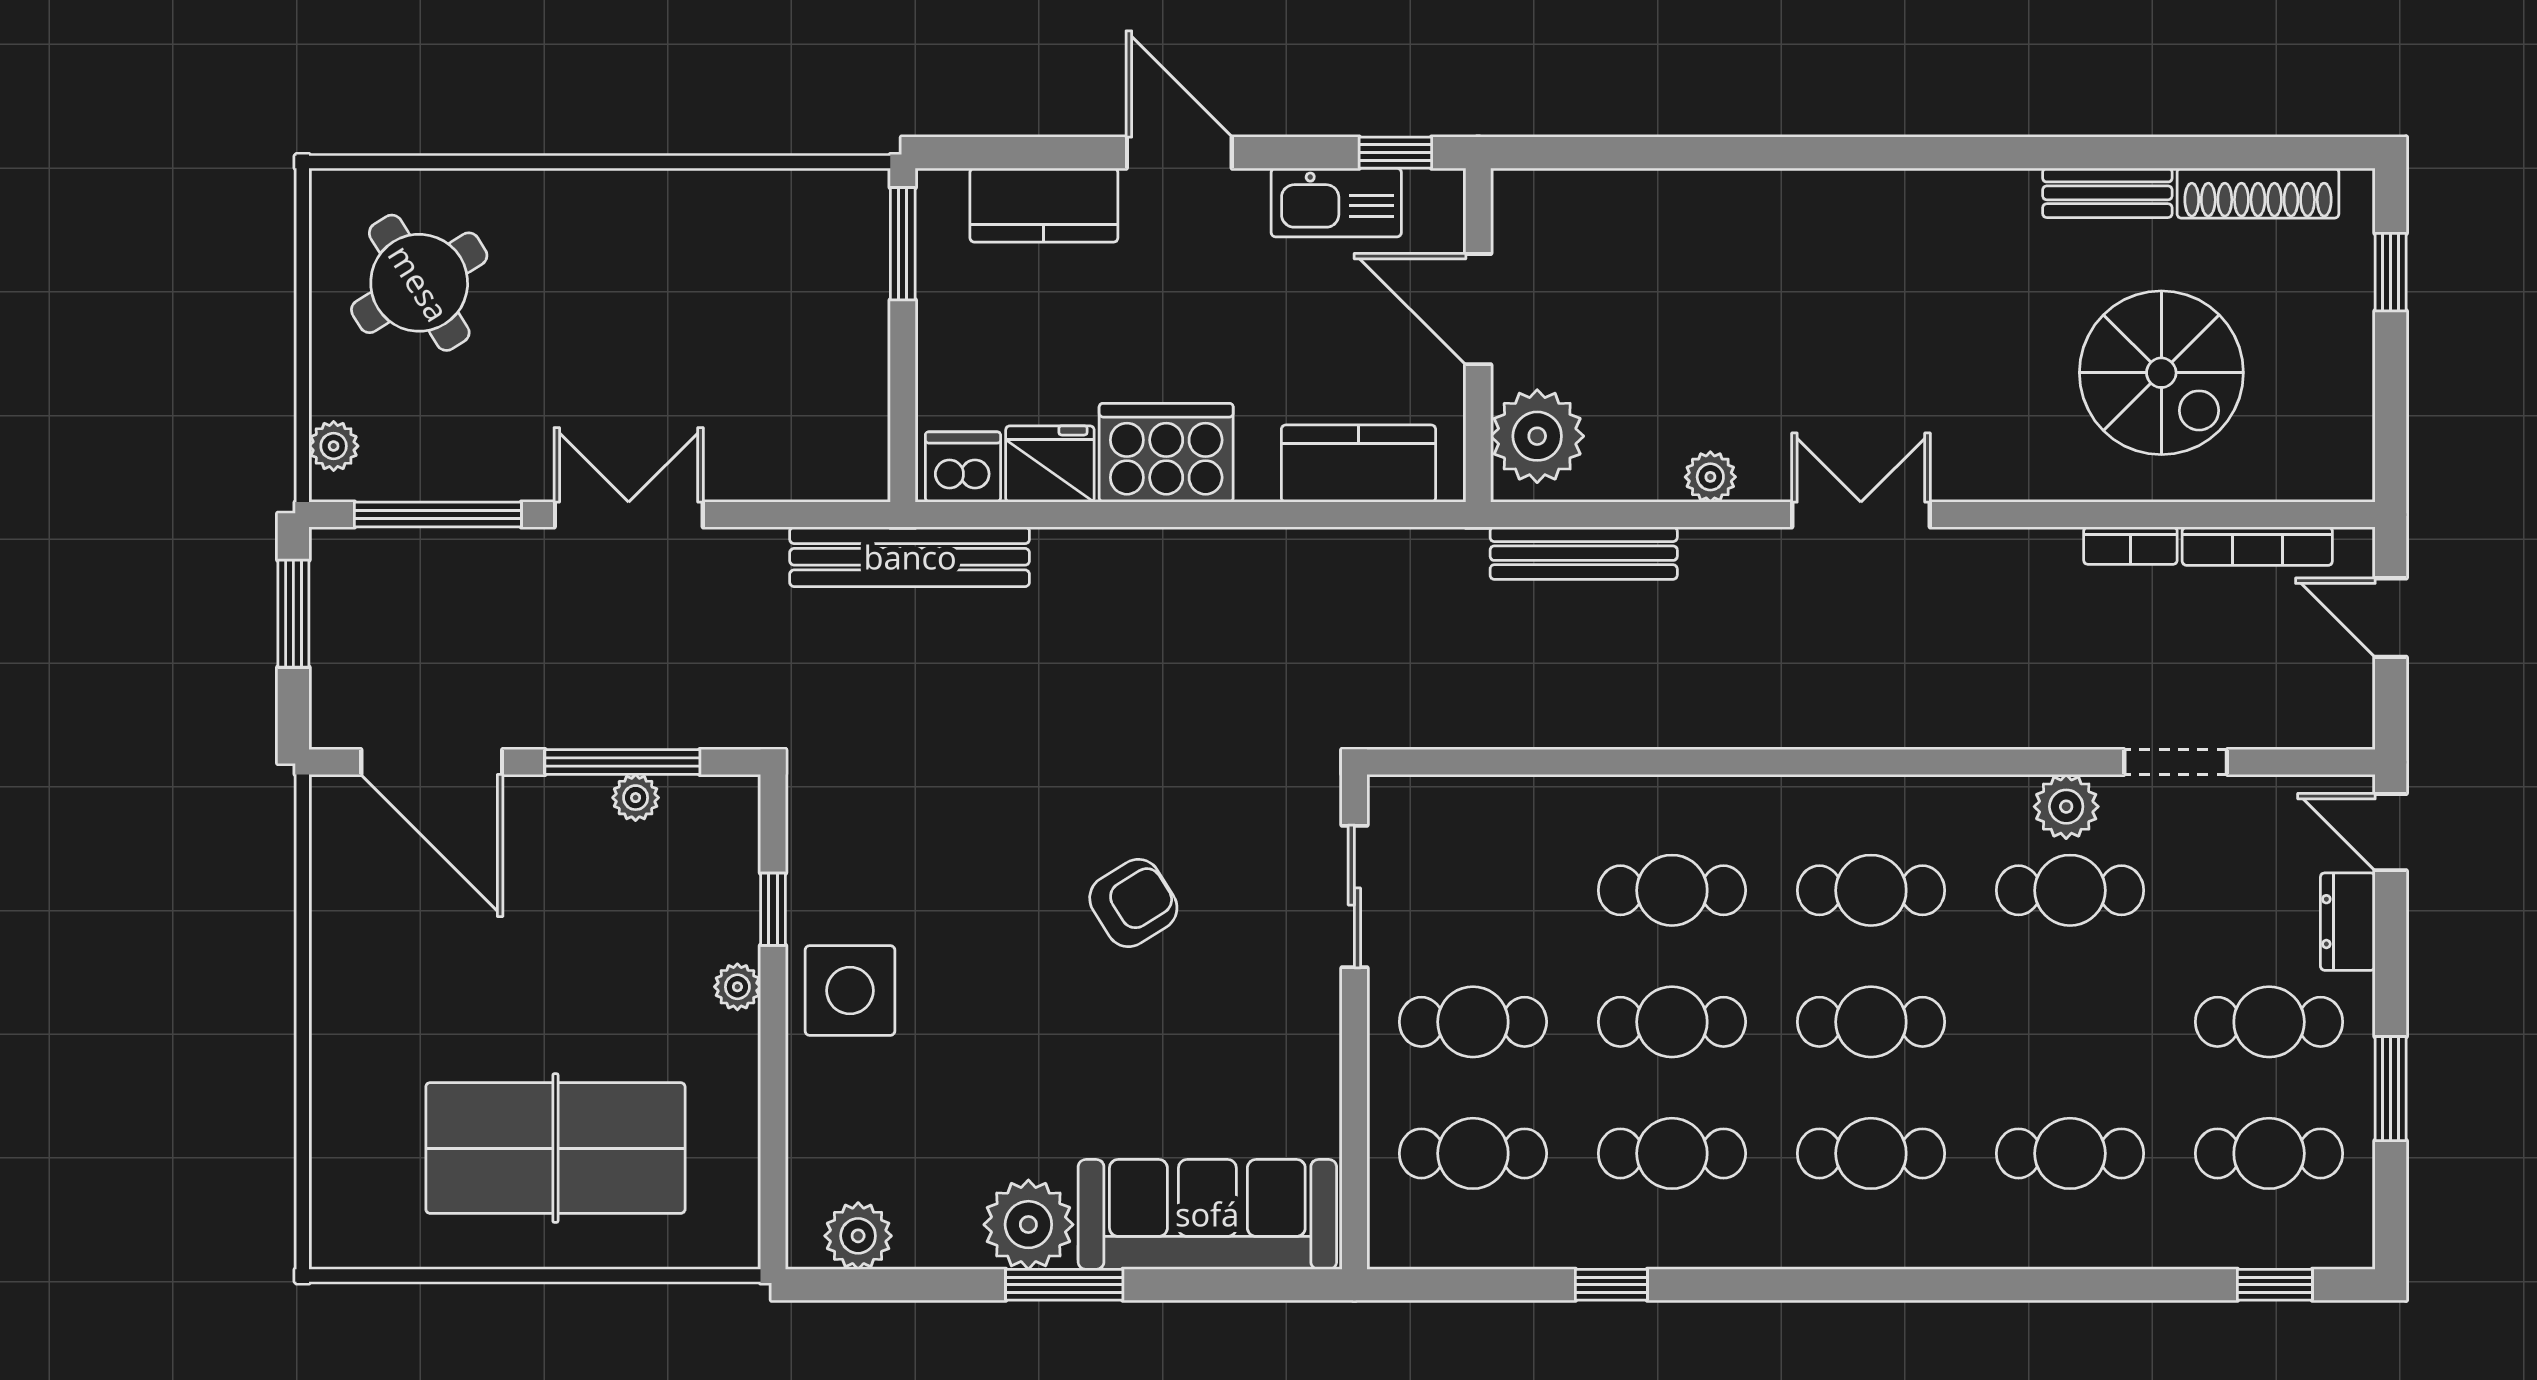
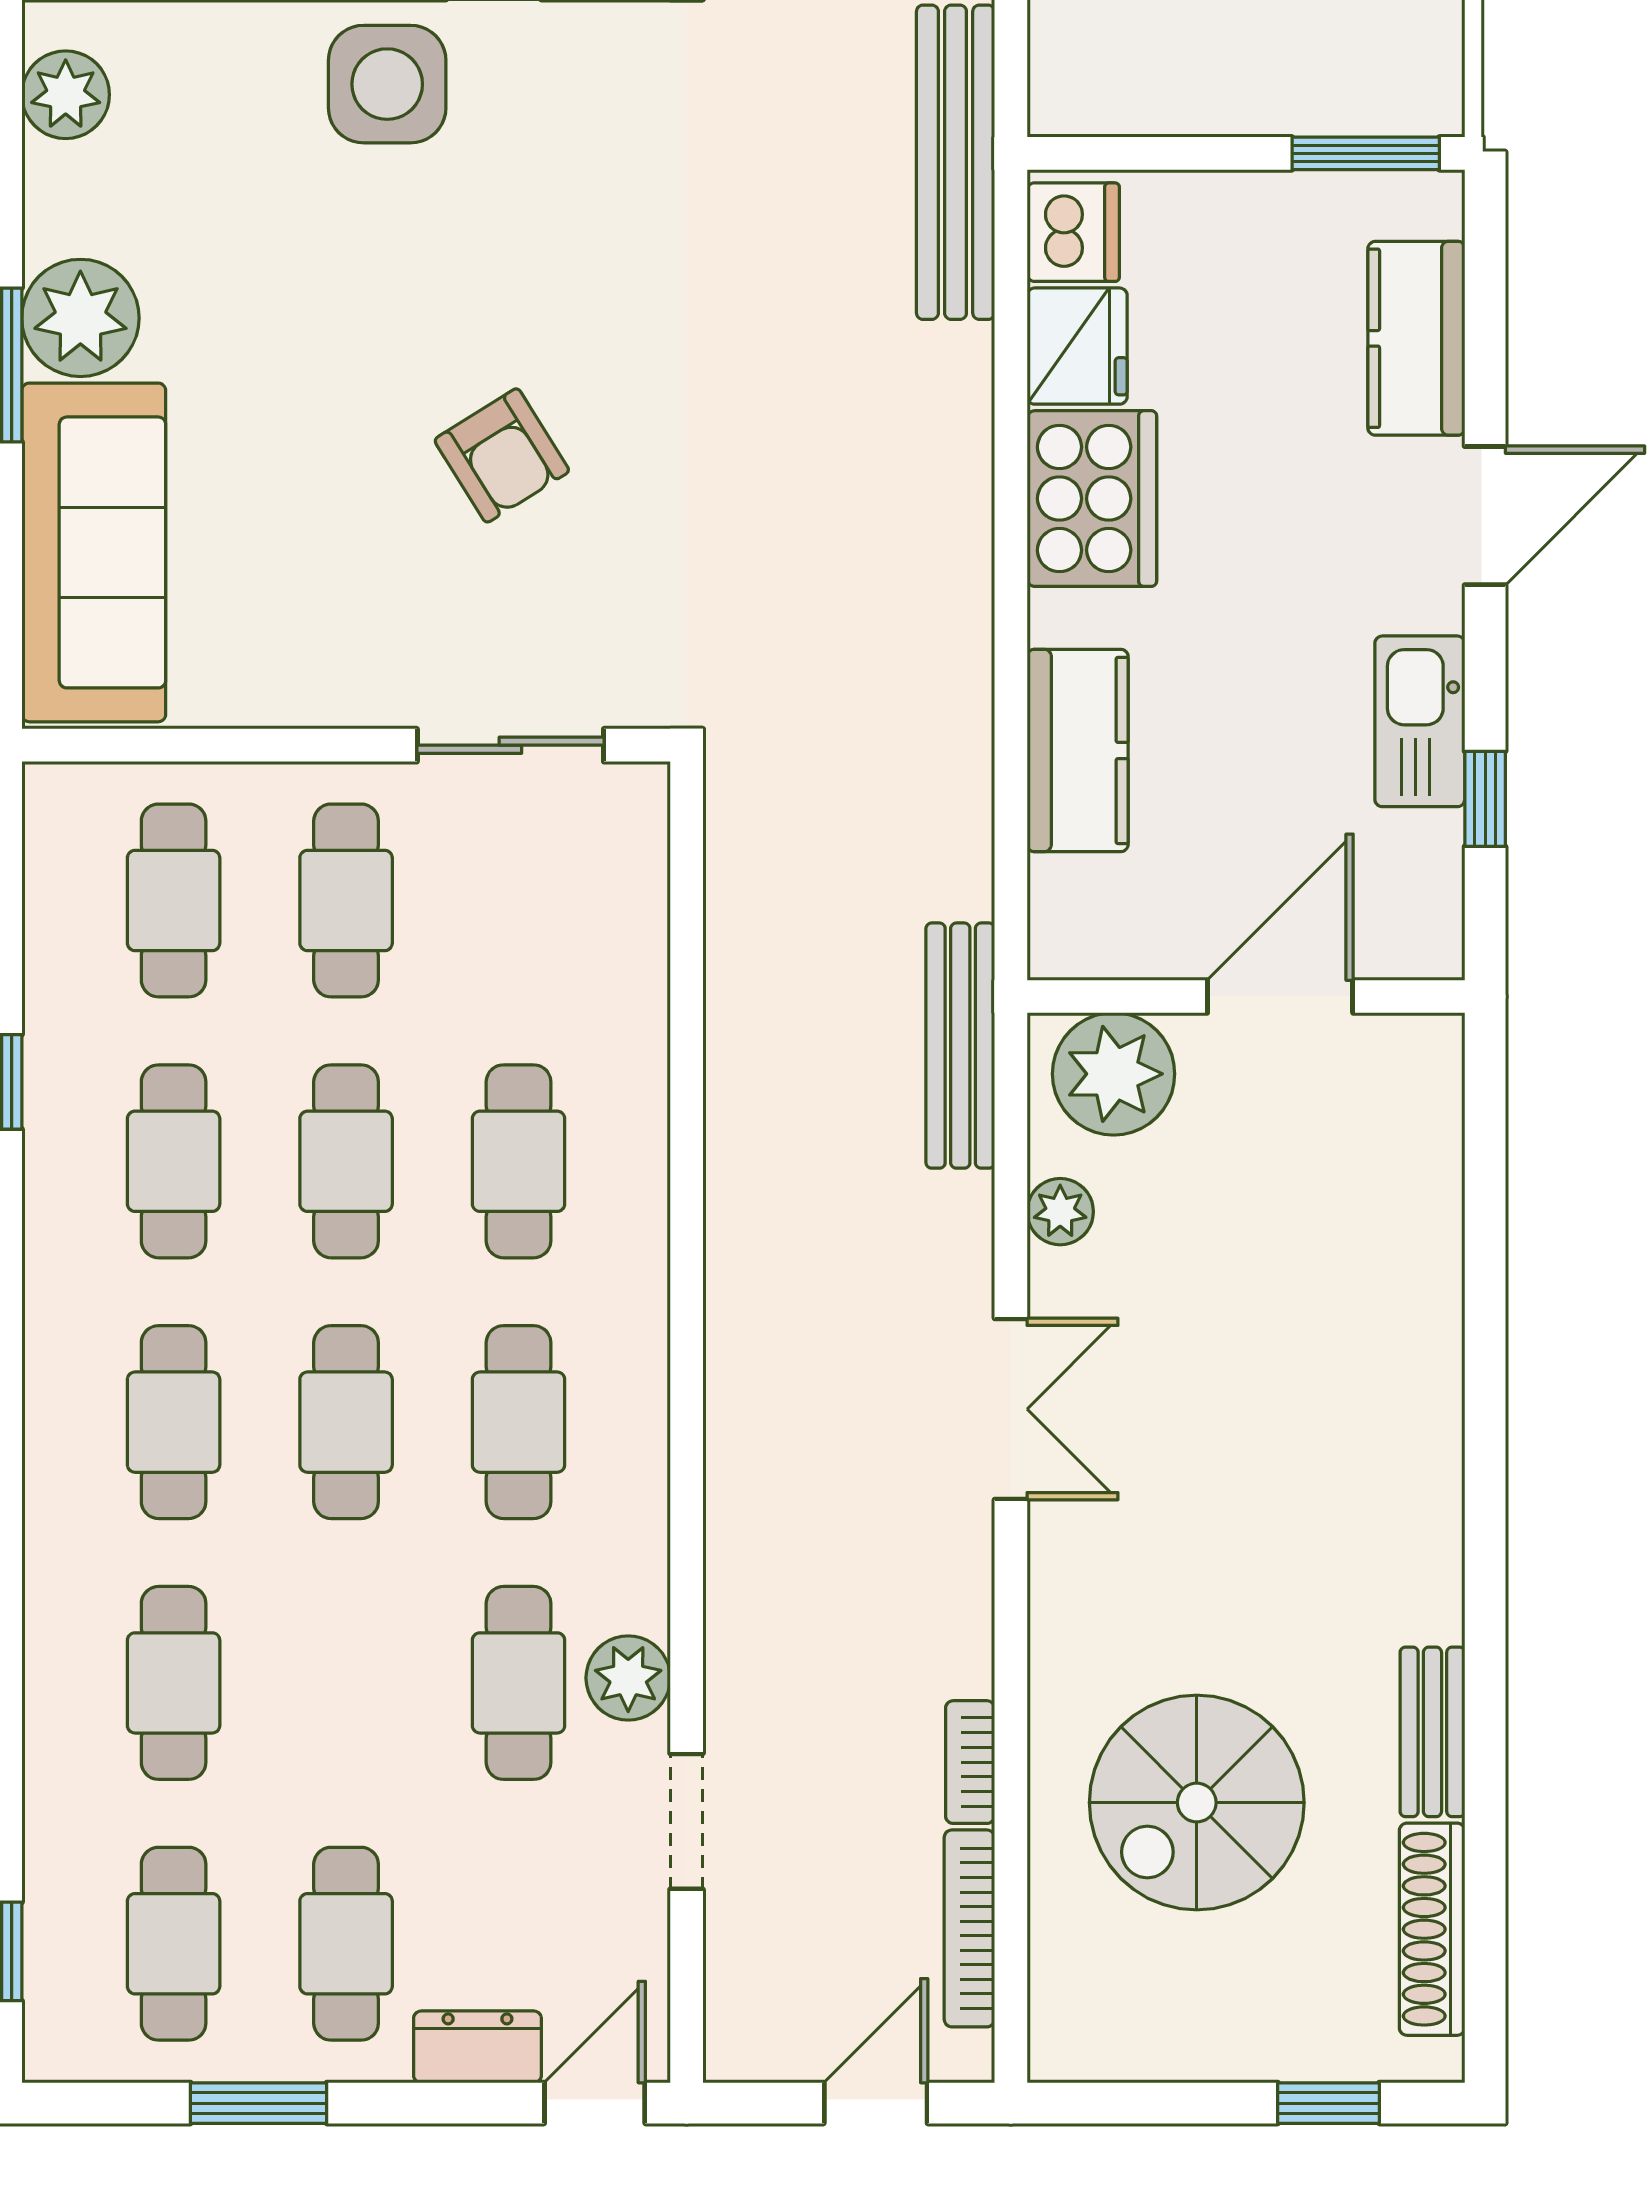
door: (1478, 309) -> (1280, 996), moved
wall: (1478, 335) -> (1246, 996), moved
plant: (1537, 436) -> (1114, 1074), moved

